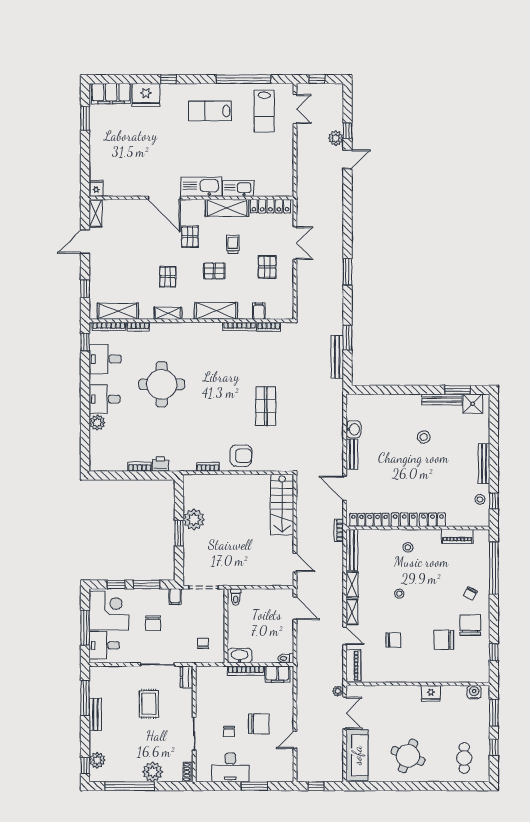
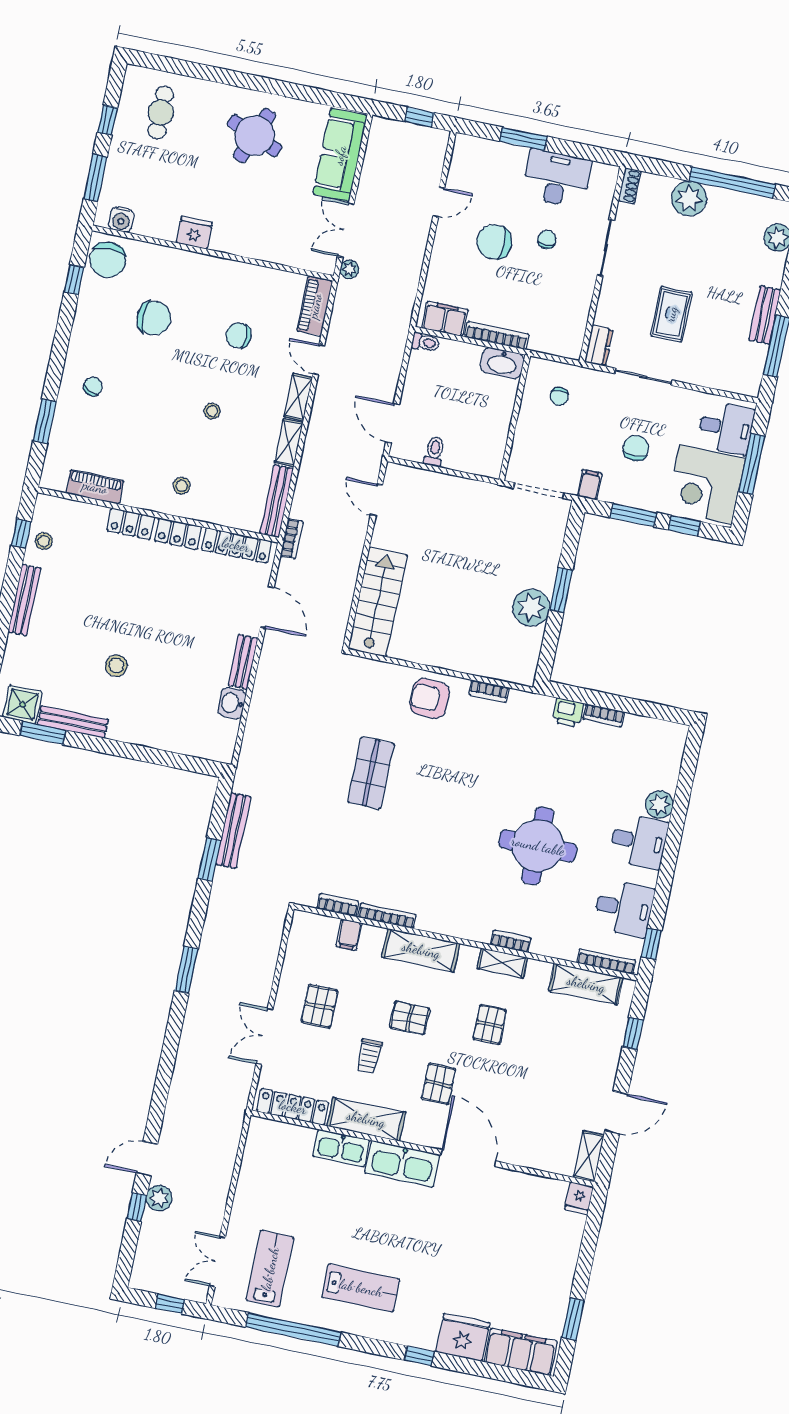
bookcase: (138, 327) -> (511, 941), moved
window: (494, 568) -> (45, 421), width x0.47
toilet: (236, 597) -> (434, 452), moved
chair: (470, 625) -> (108, 260), moved

